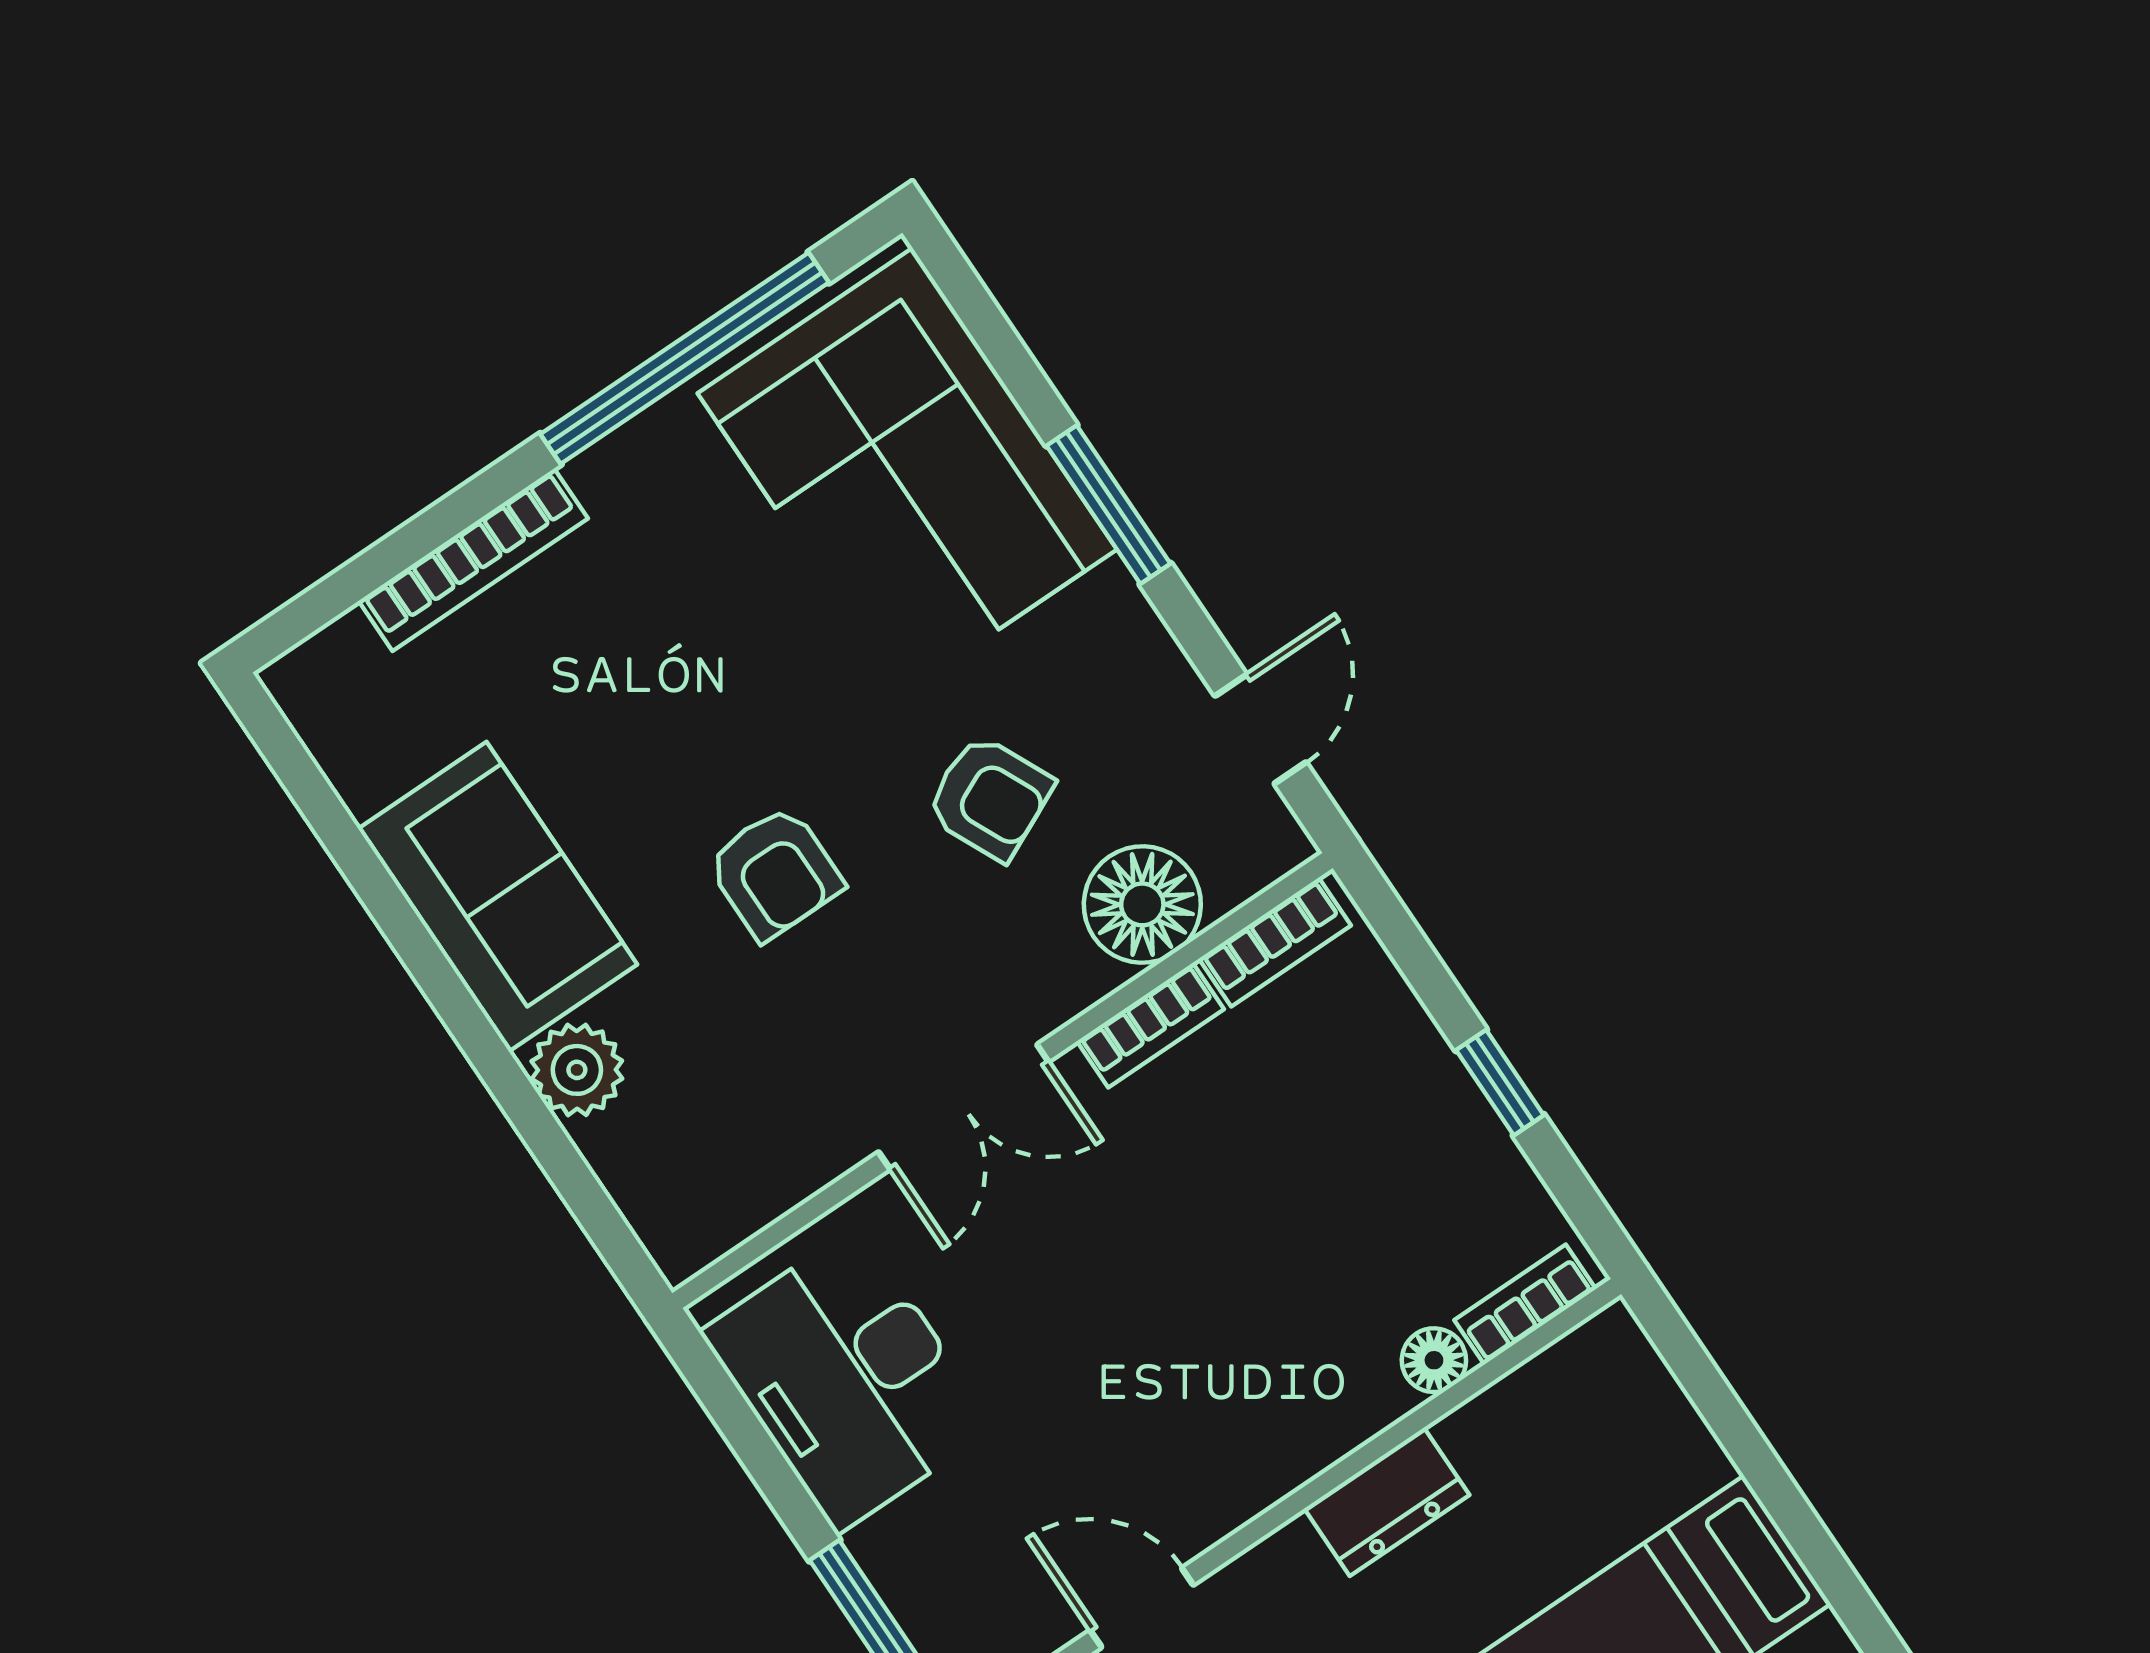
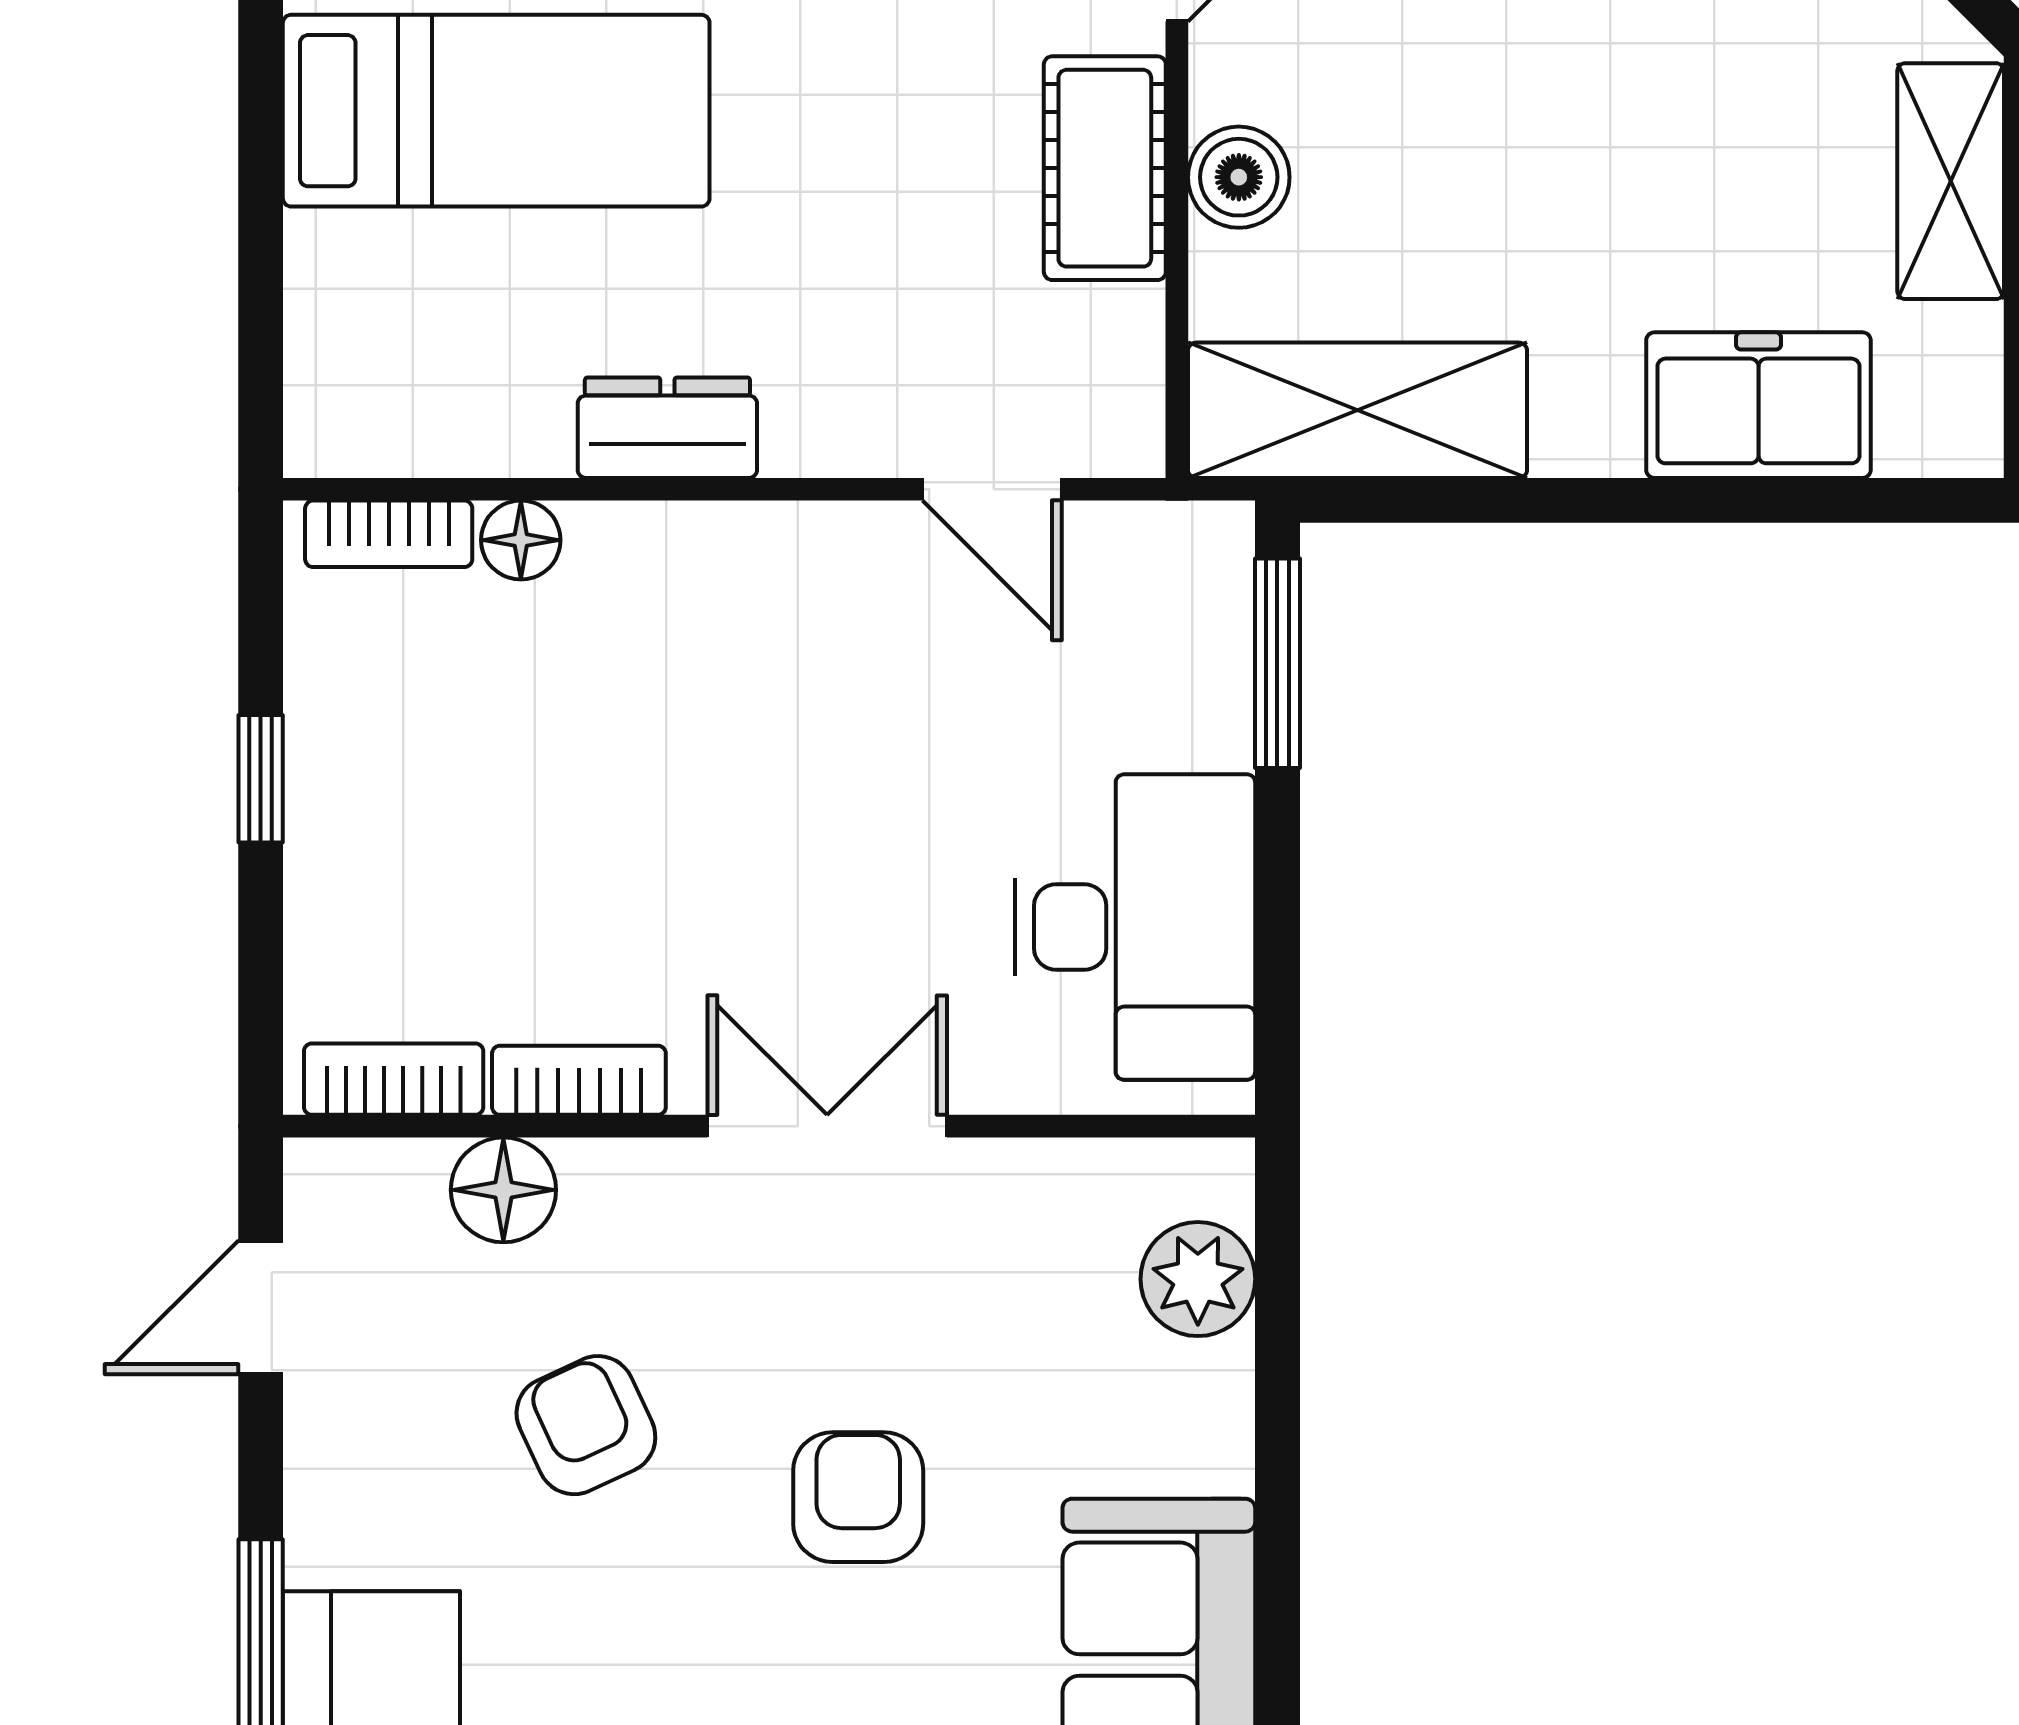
floor lamp: (1142, 904) -> (503, 1190), width x0.73, depth x0.73
plant: (577, 1070) -> (1198, 1279), moved

